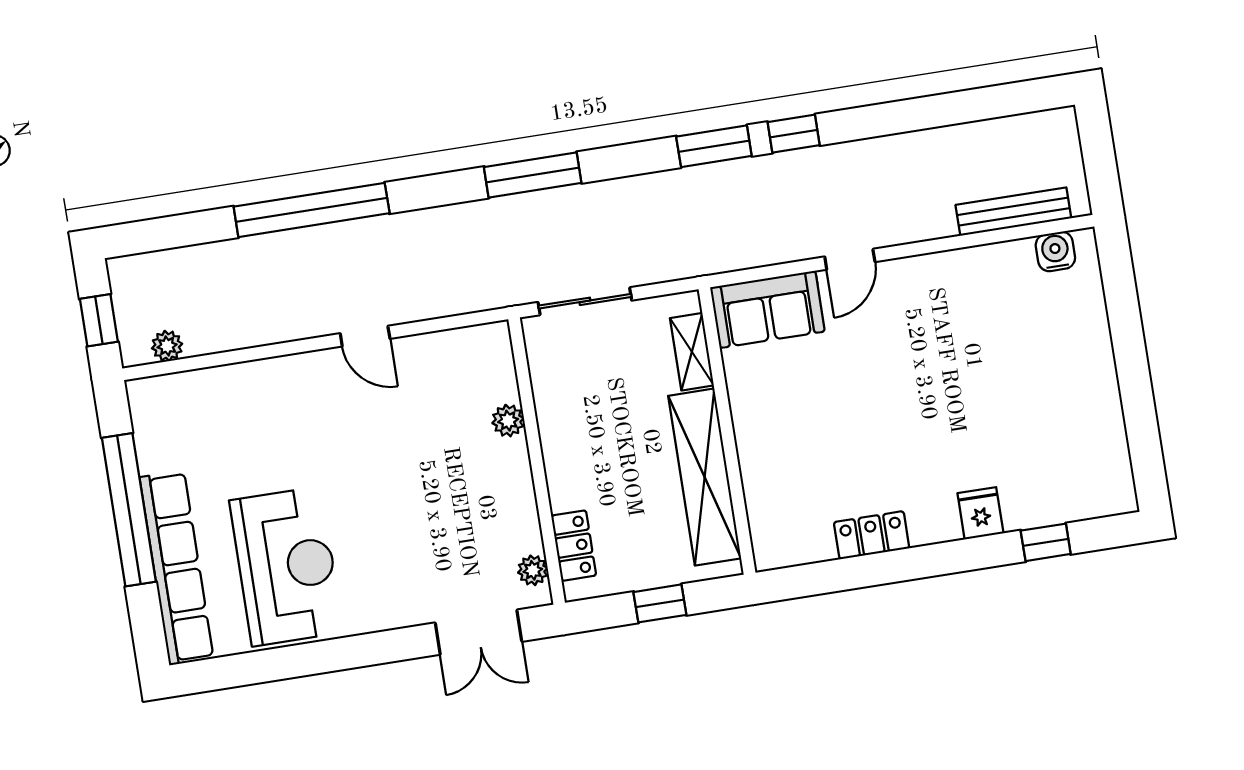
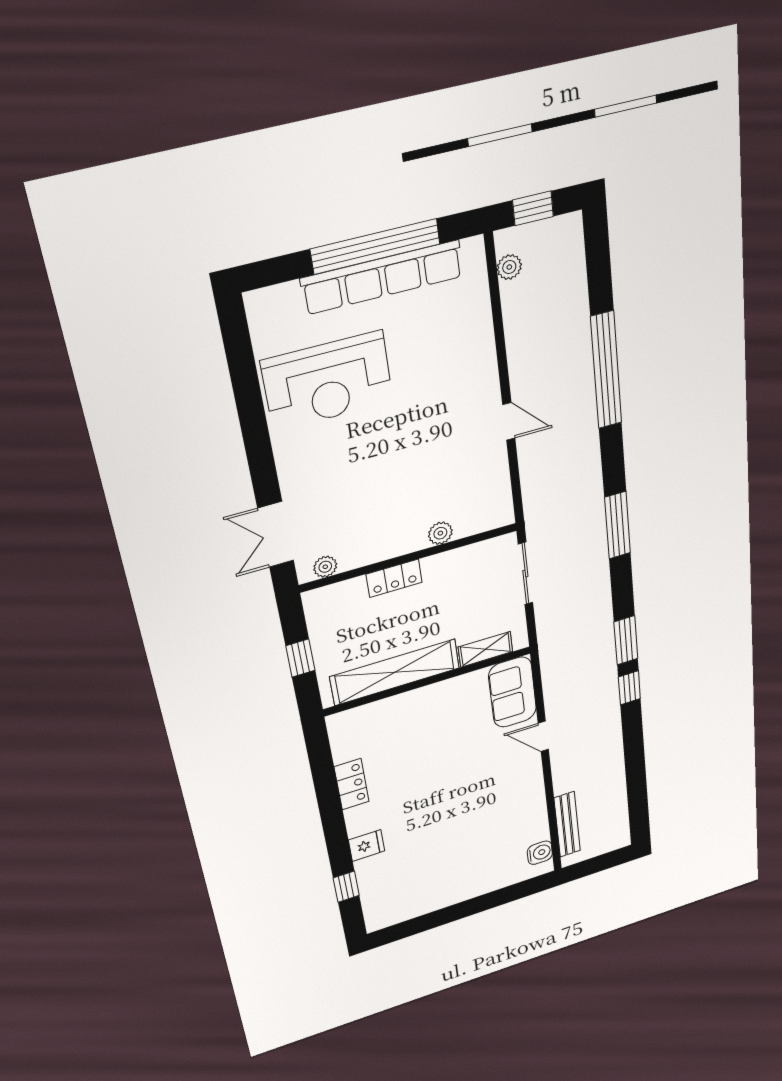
door: (365, 336) -> (509, 421), swing flipped
locker: (574, 546) -> (394, 578), moved
row of seats: (177, 568) -> (383, 277), moved

